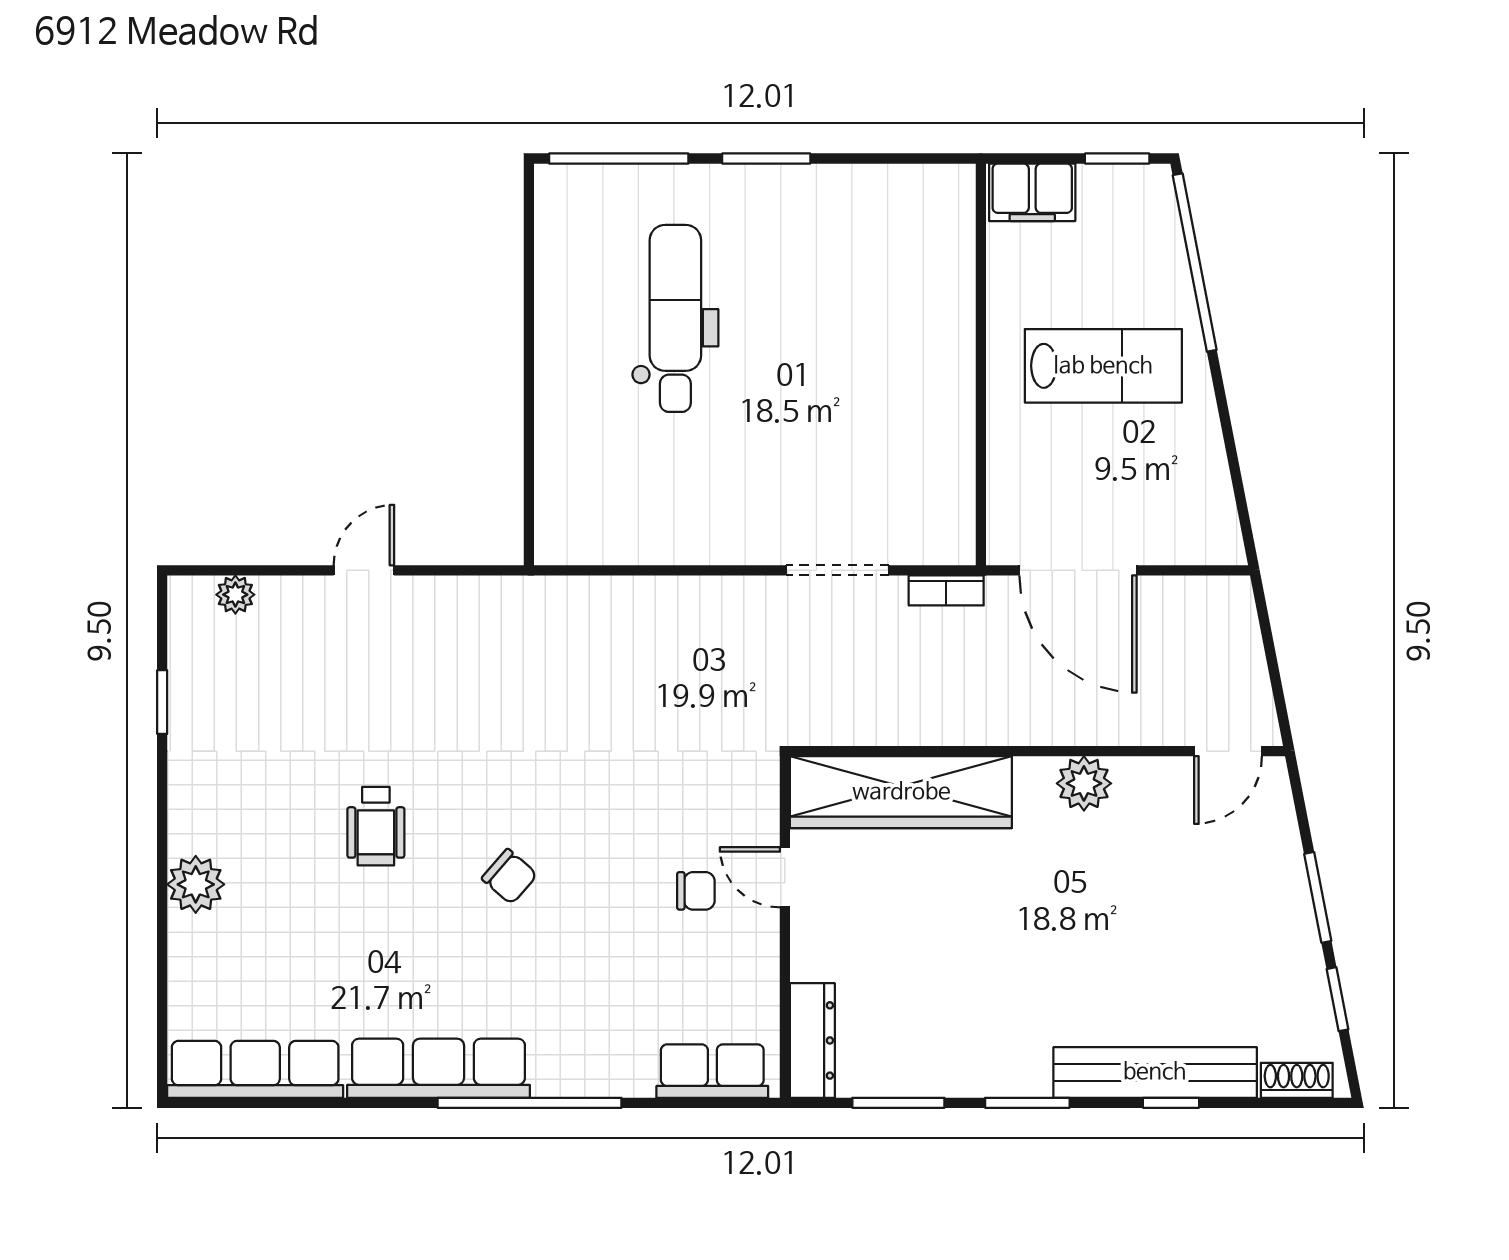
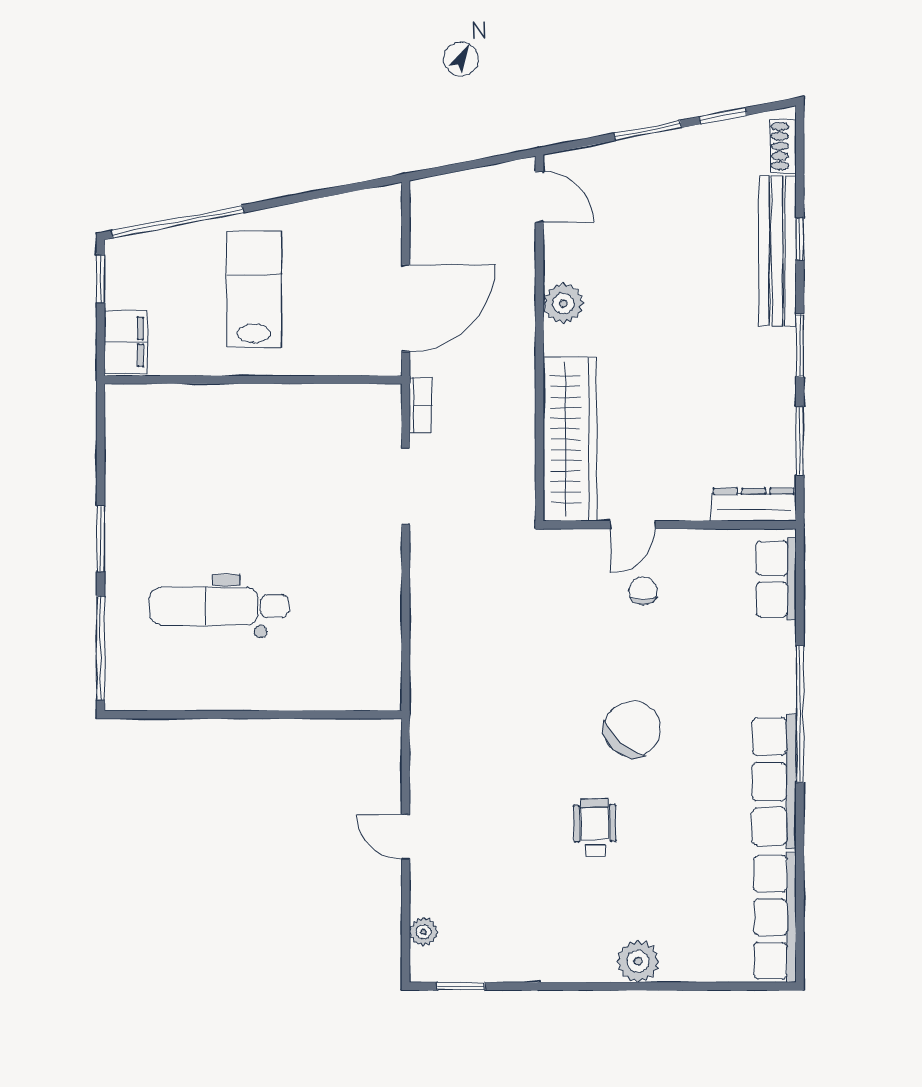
window: (162, 702) -> (461, 986), moved
wheelchair: (376, 826) -> (595, 828), turned -91
chair: (509, 877) -> (632, 729), width x1.87, depth x1.87

